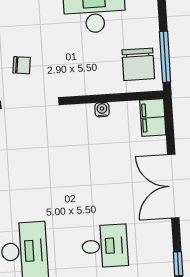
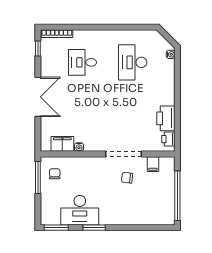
chair: (138, 64) -> (55, 174), width x0.54, depth x0.54
filing cabinet: (153, 118) -> (62, 144), moved, turned -90

